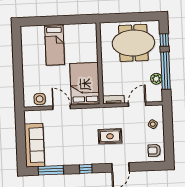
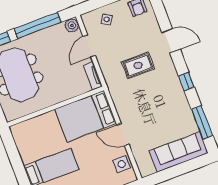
plant: (156, 79) -> (72, 25), moved
door: (137, 104) -> (89, 46), hinge flipped
door: (62, 107) -> (123, 135), hinge flipped
rug: (110, 136) -> (138, 65), turned 90

